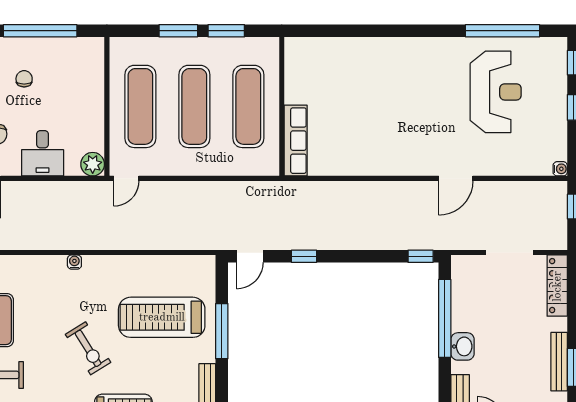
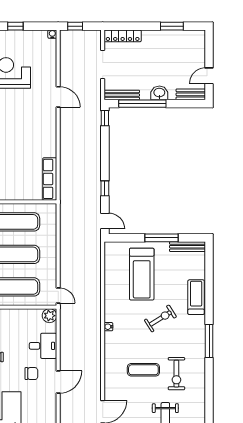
row of seats: (296, 141) -> (50, 179), moved, turned -90
window: (222, 331) -> (162, 238), moved
bench: (559, 362) -> (122, 95), moved

